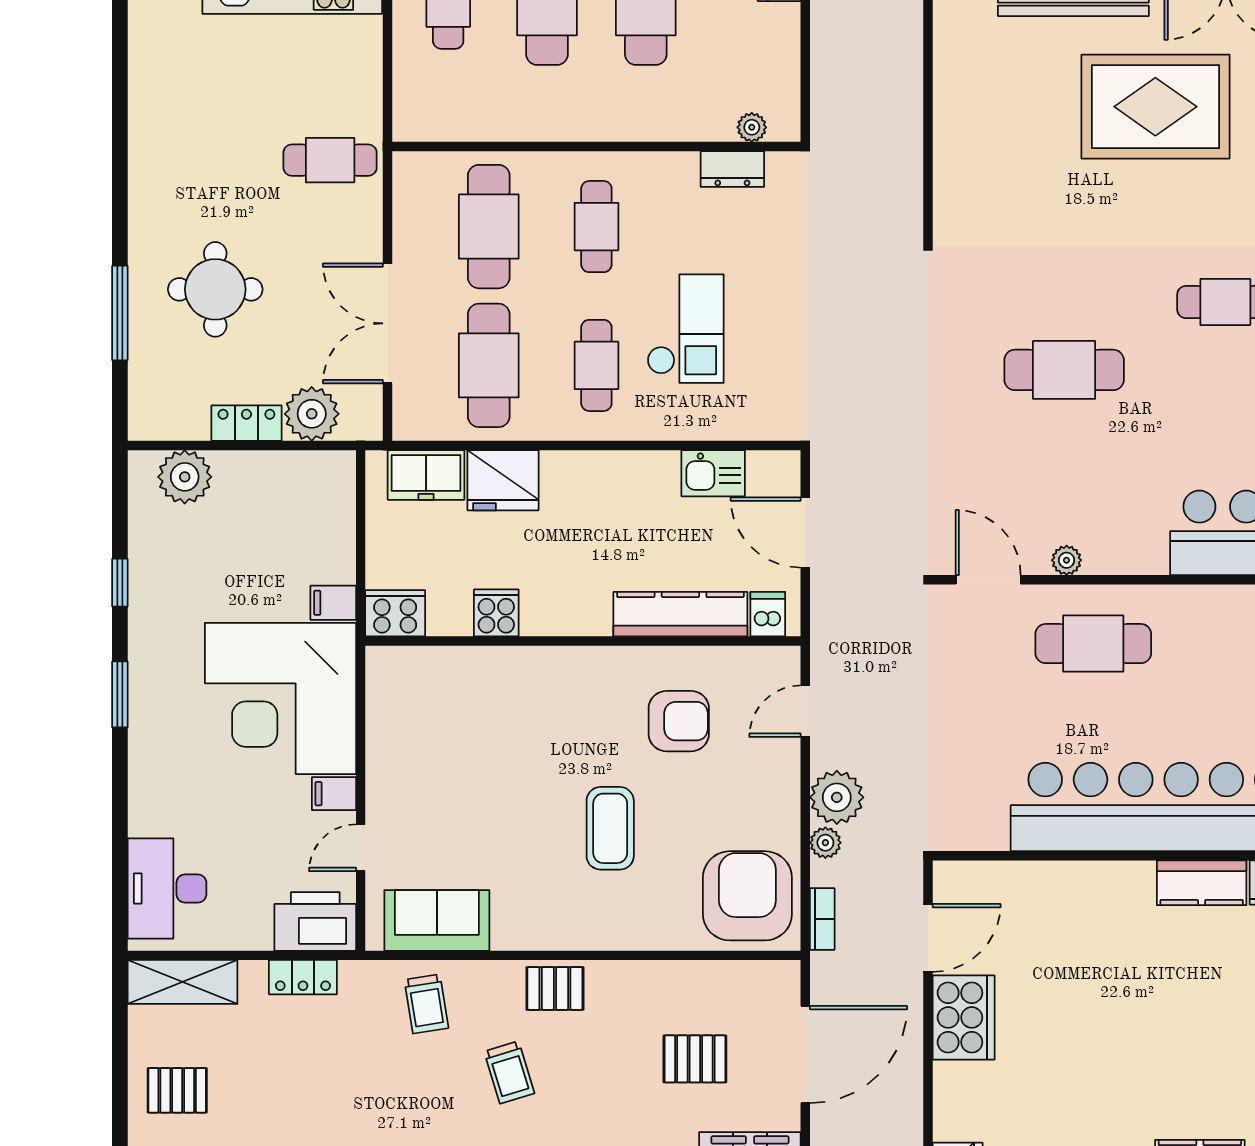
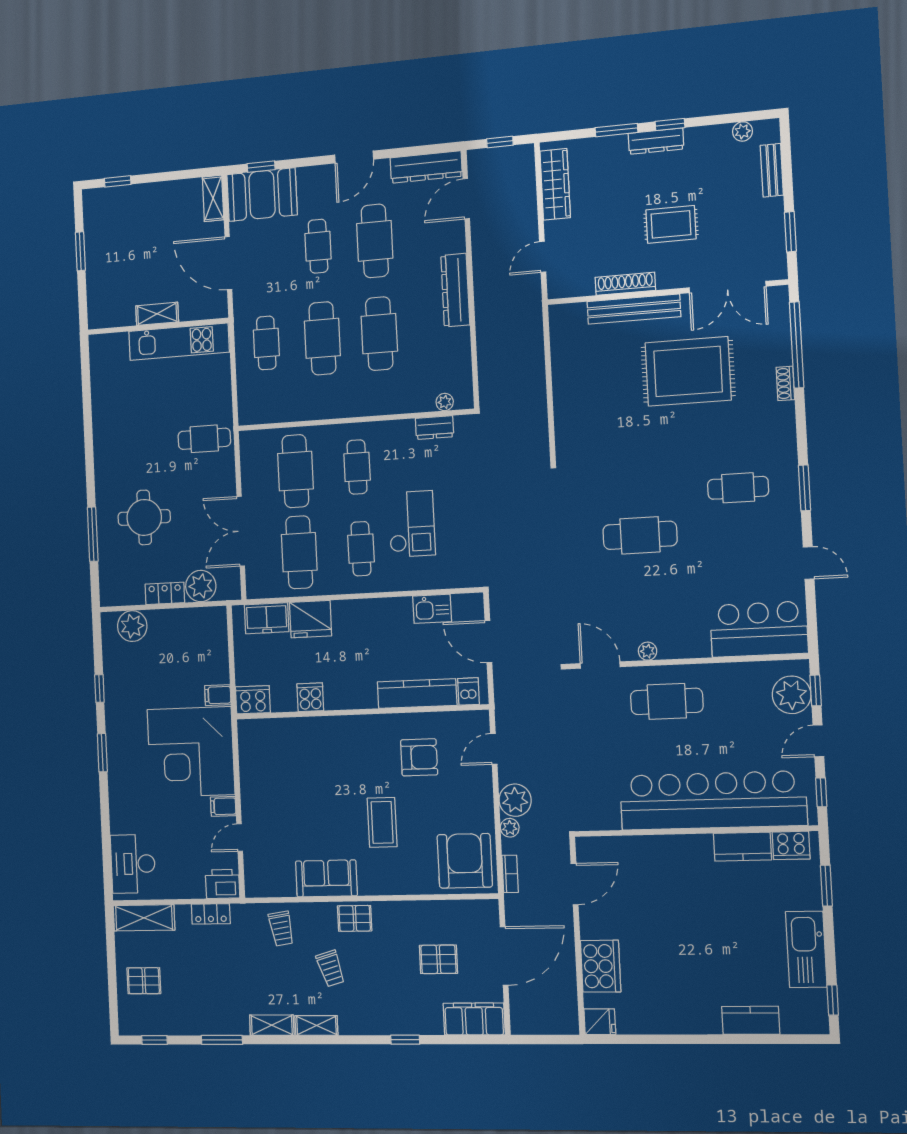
sofa: (437, 920) -> (326, 878), moved
printer: (315, 921) -> (223, 884), width x0.73, depth x0.84
cooker: (964, 1017) -> (601, 966), moved

